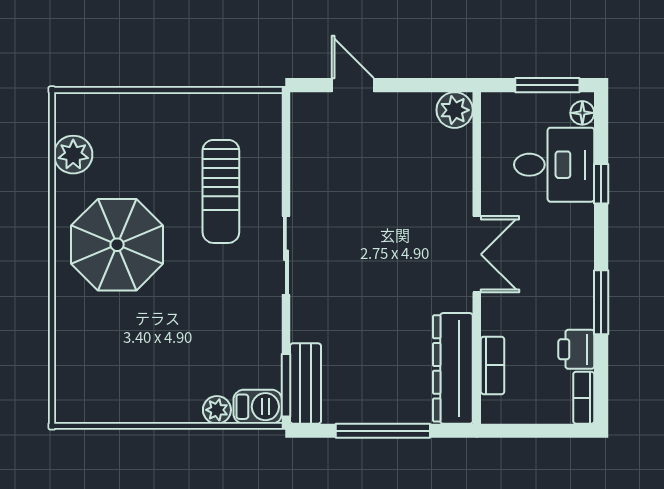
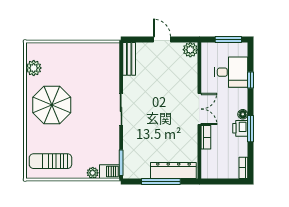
door: (353, 85) -> (162, 39), moved
floor lamp: (582, 113) -> (243, 114), moved
sun lounger: (221, 191) -> (50, 161), moved, turned 90
printer: (576, 349) -> (240, 128), moved
bookcase: (493, 365) -> (206, 137), moved
dresser: (453, 368) -> (173, 170), moved, turned 90
bench: (306, 384) -> (129, 59), moved

